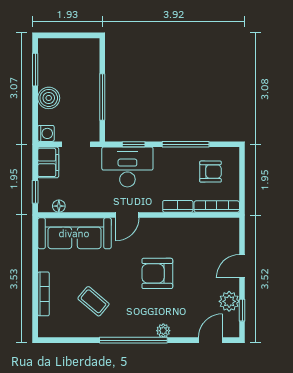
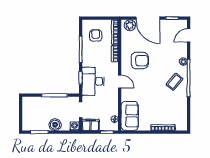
sofa: (74, 233) -> (130, 116), width x0.73
door: (242, 266) -> (148, 18), width x1.87
armchair: (157, 273) -> (140, 61), moved, turned -90
coffee table: (93, 301) -> (175, 82), moved
plant: (229, 301) -> (130, 25), moved
door: (211, 340) -> (189, 36), hinge flipped

